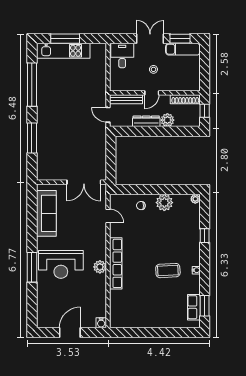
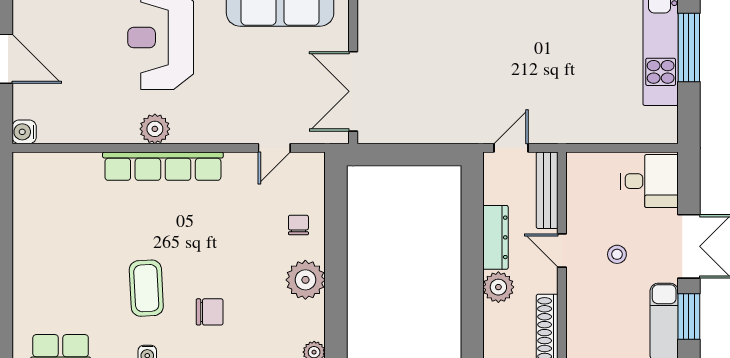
chair: (178, 244) -> (210, 312), added

